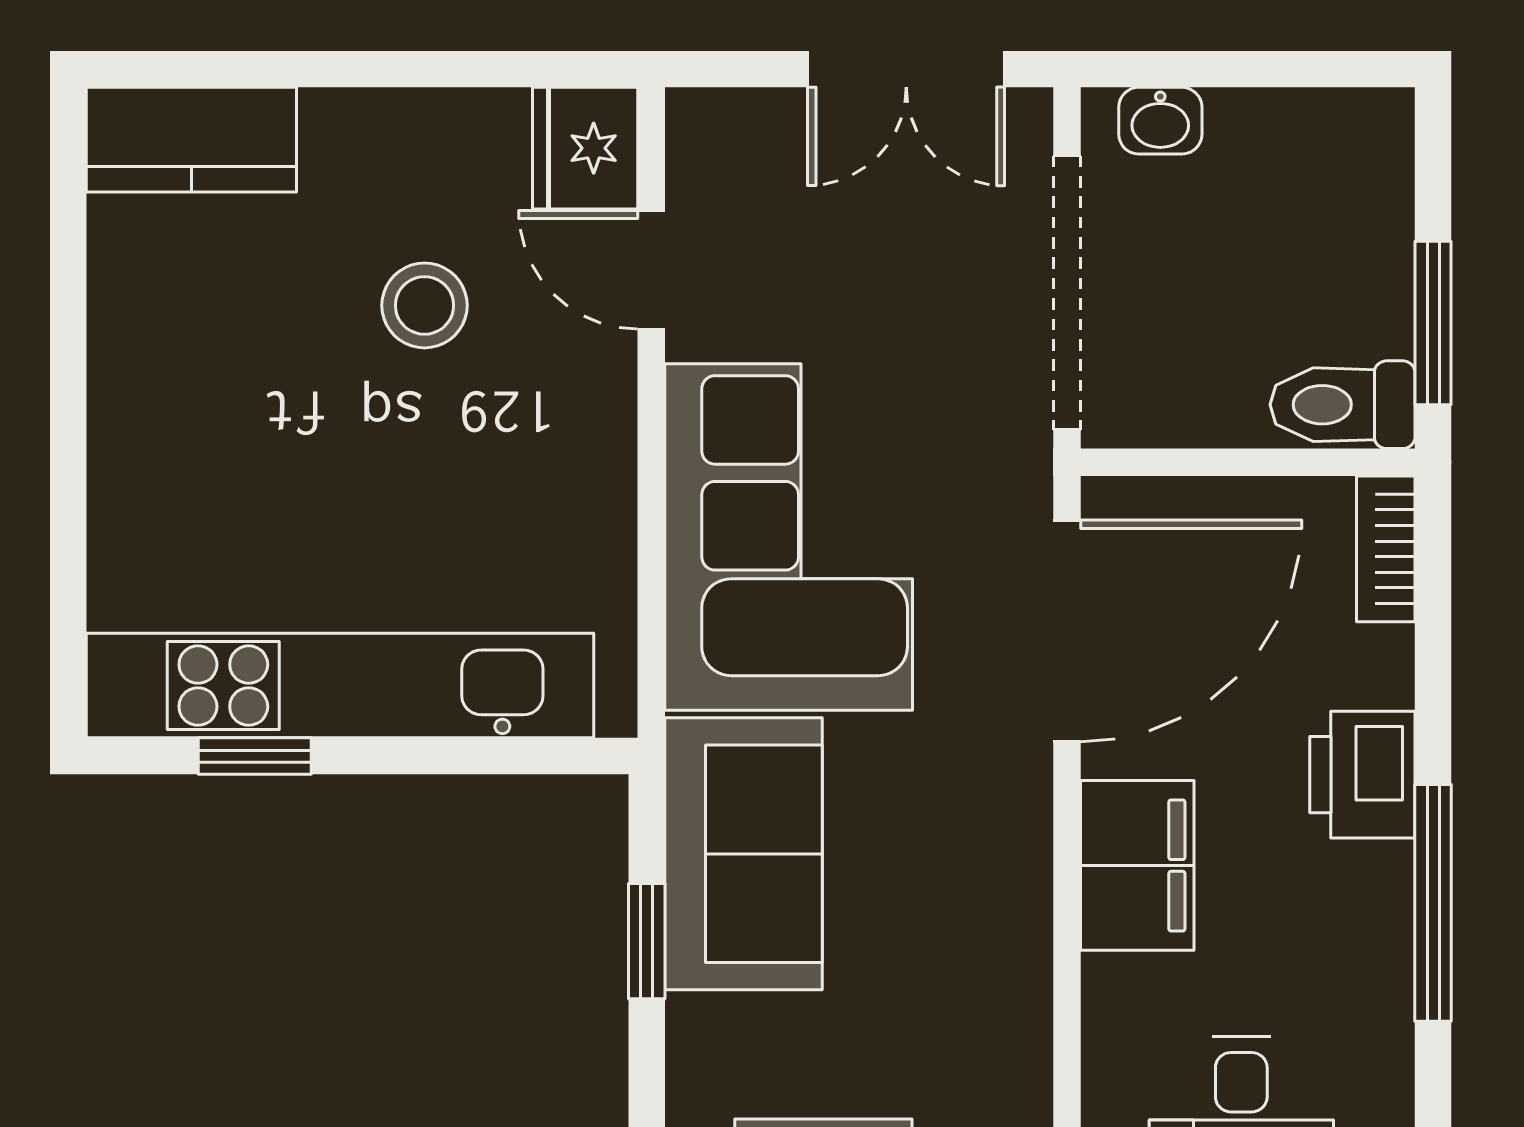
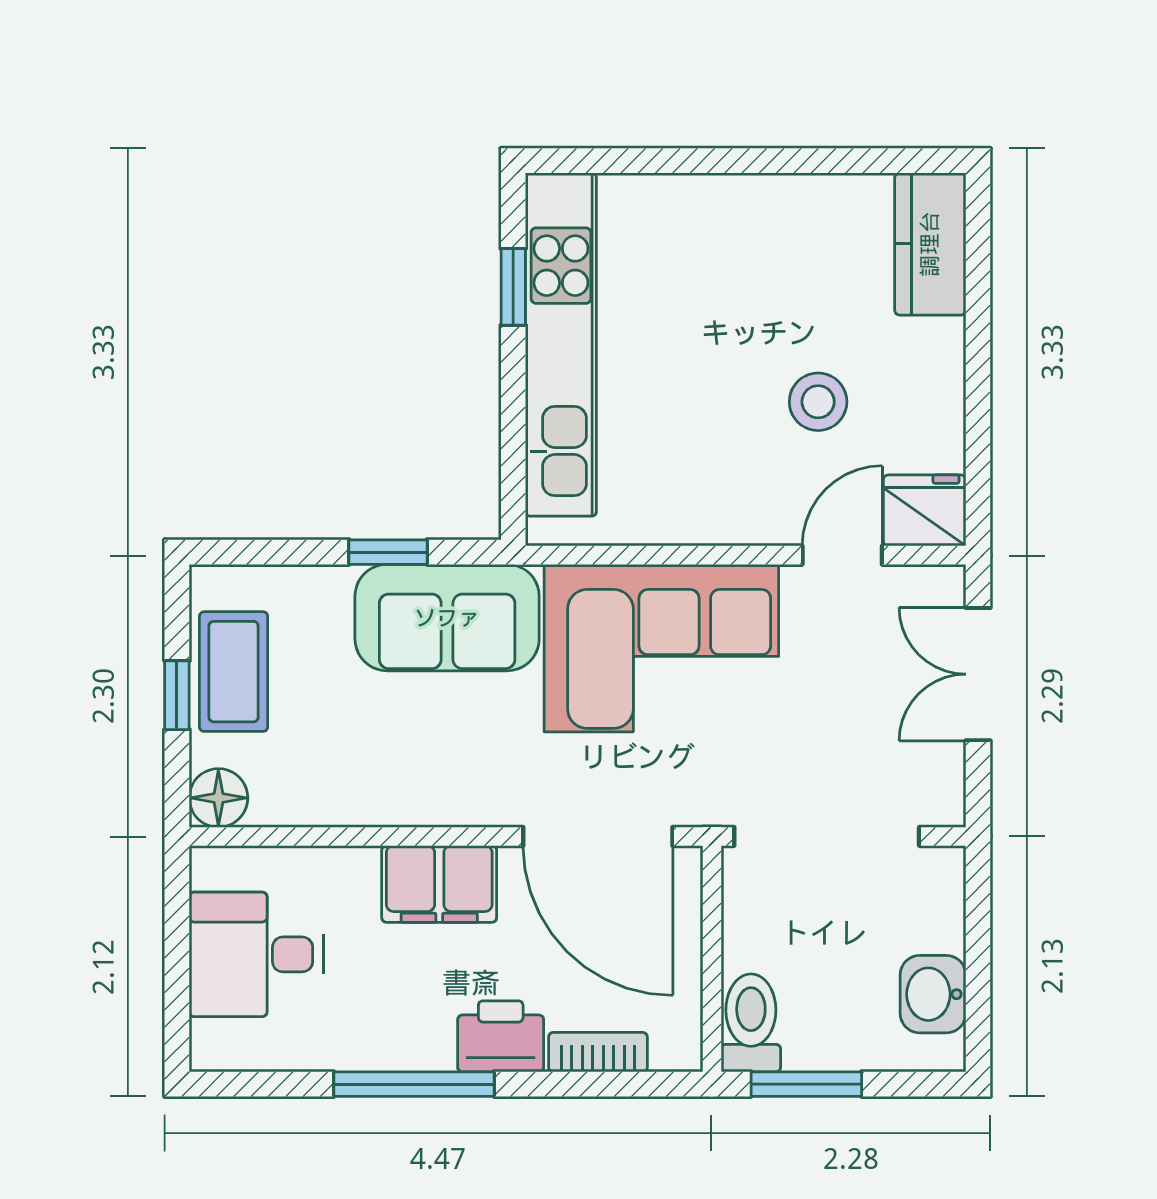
double door: (906, 69) -> (978, 674), moved
washbasin: (1160, 121) -> (933, 994), moved, width x1.38, depth x1.45
bookcase: (1386, 549) -> (598, 1052), moved

